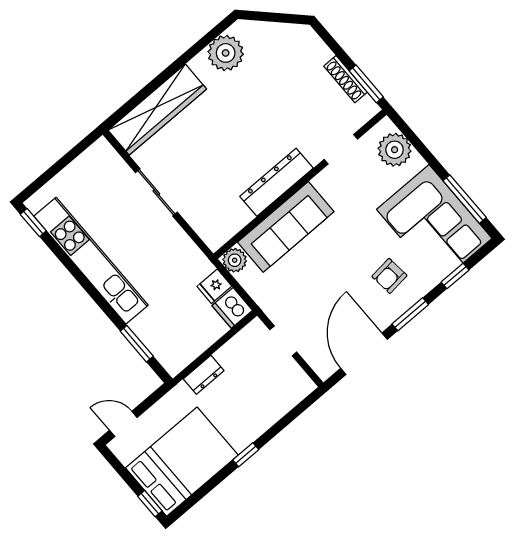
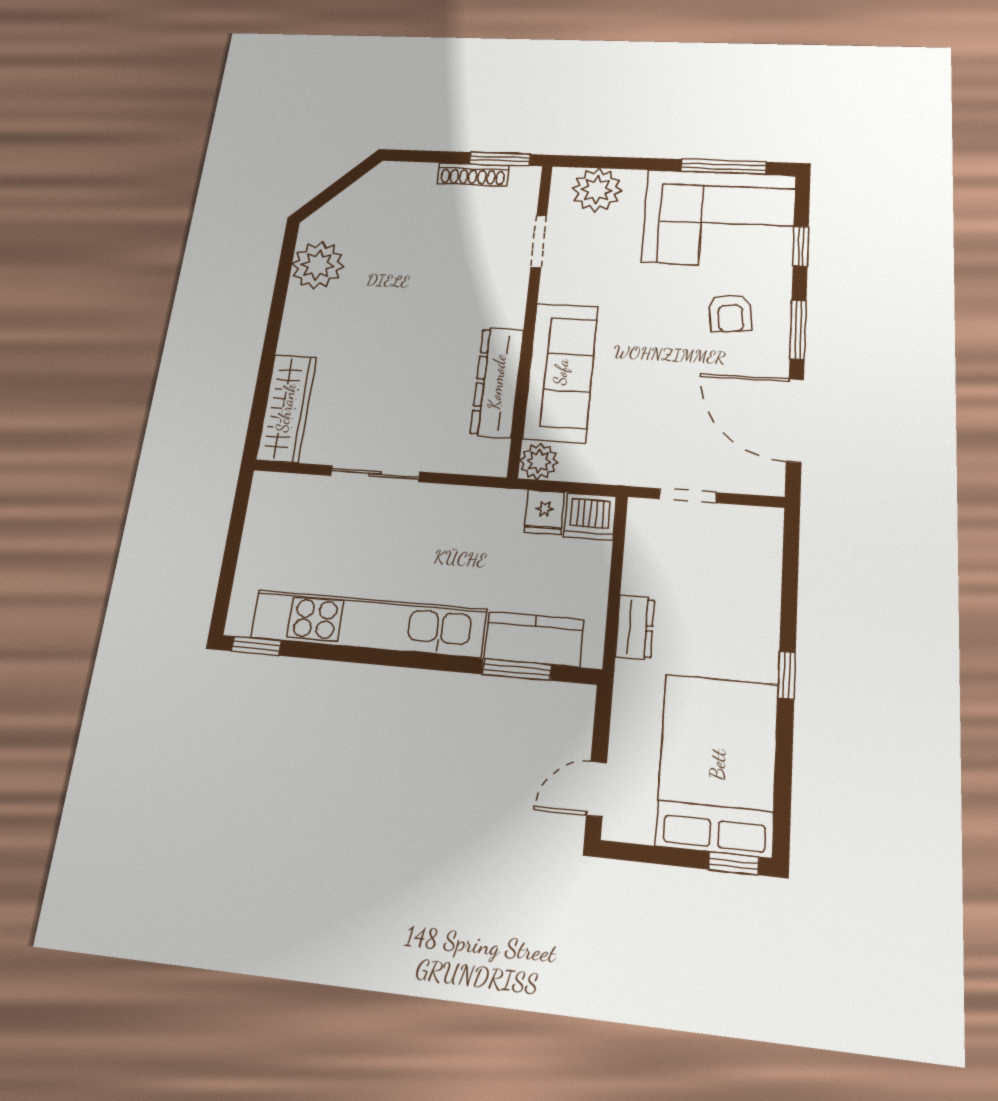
wardrobe: (157, 110) -> (286, 408), width x0.71, depth x0.85
dresser: (277, 182) -> (497, 382), moved
kitchen counter: (156, 338) -> (534, 639), added

